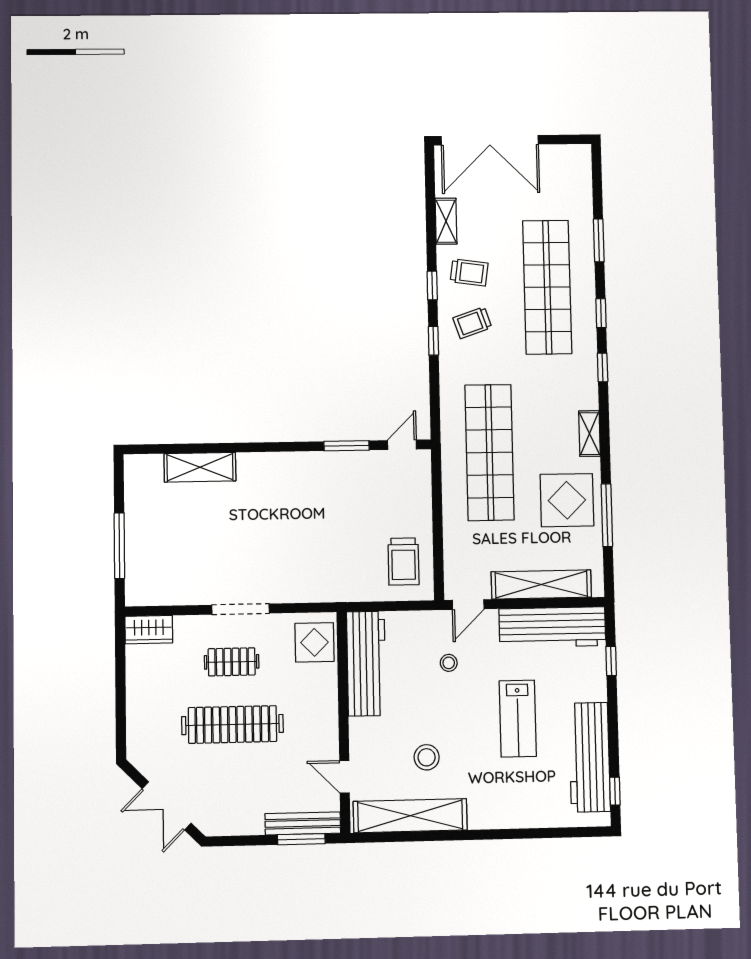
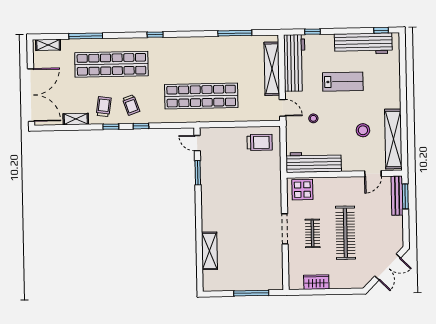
window: (599, 240) -> (86, 36), width x1.44
window: (601, 313) -> (126, 35), removed
shelving: (589, 434) -> (48, 45), moved
display table: (567, 500) -> (227, 55), removed
wardrobe: (149, 630) -> (316, 282), moved, turned -90

